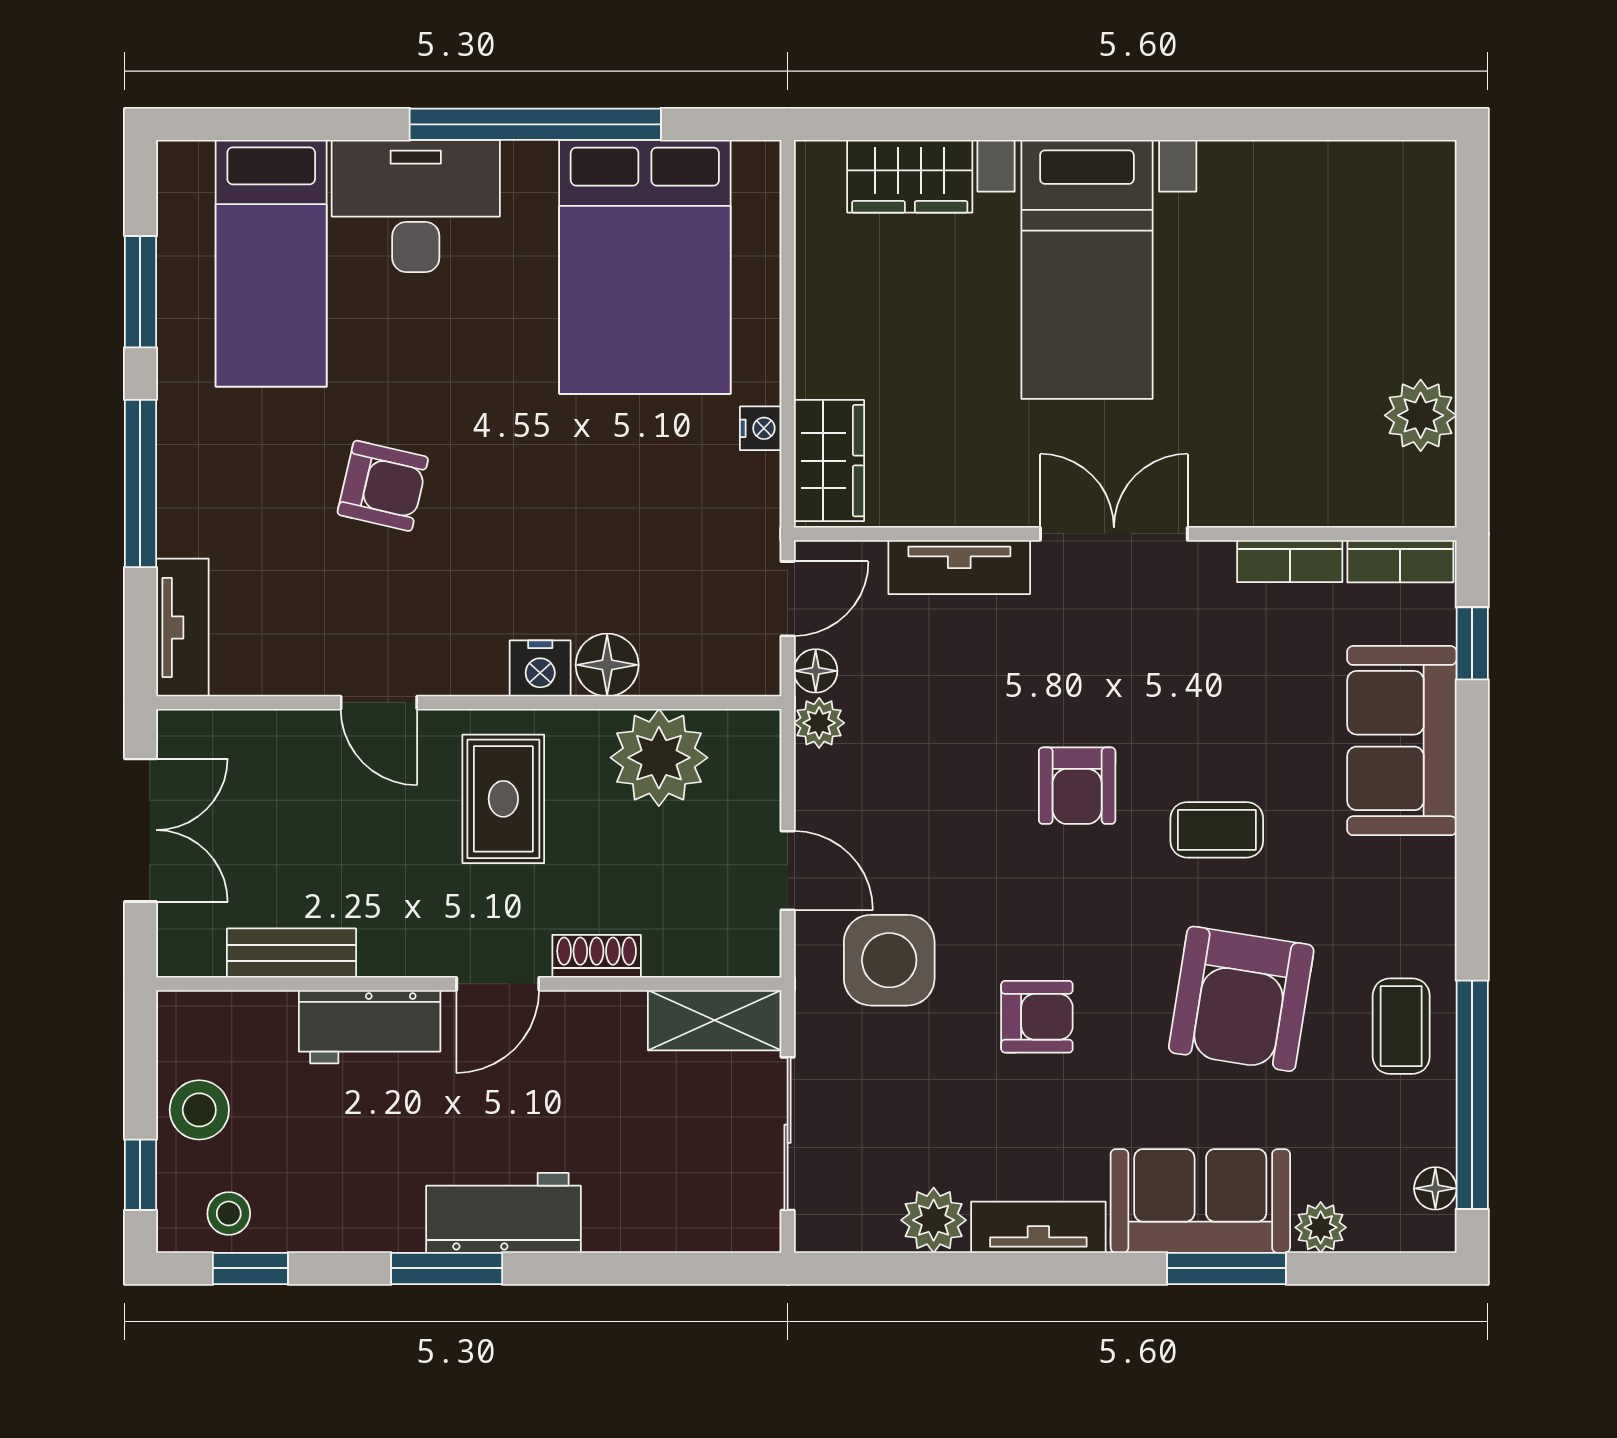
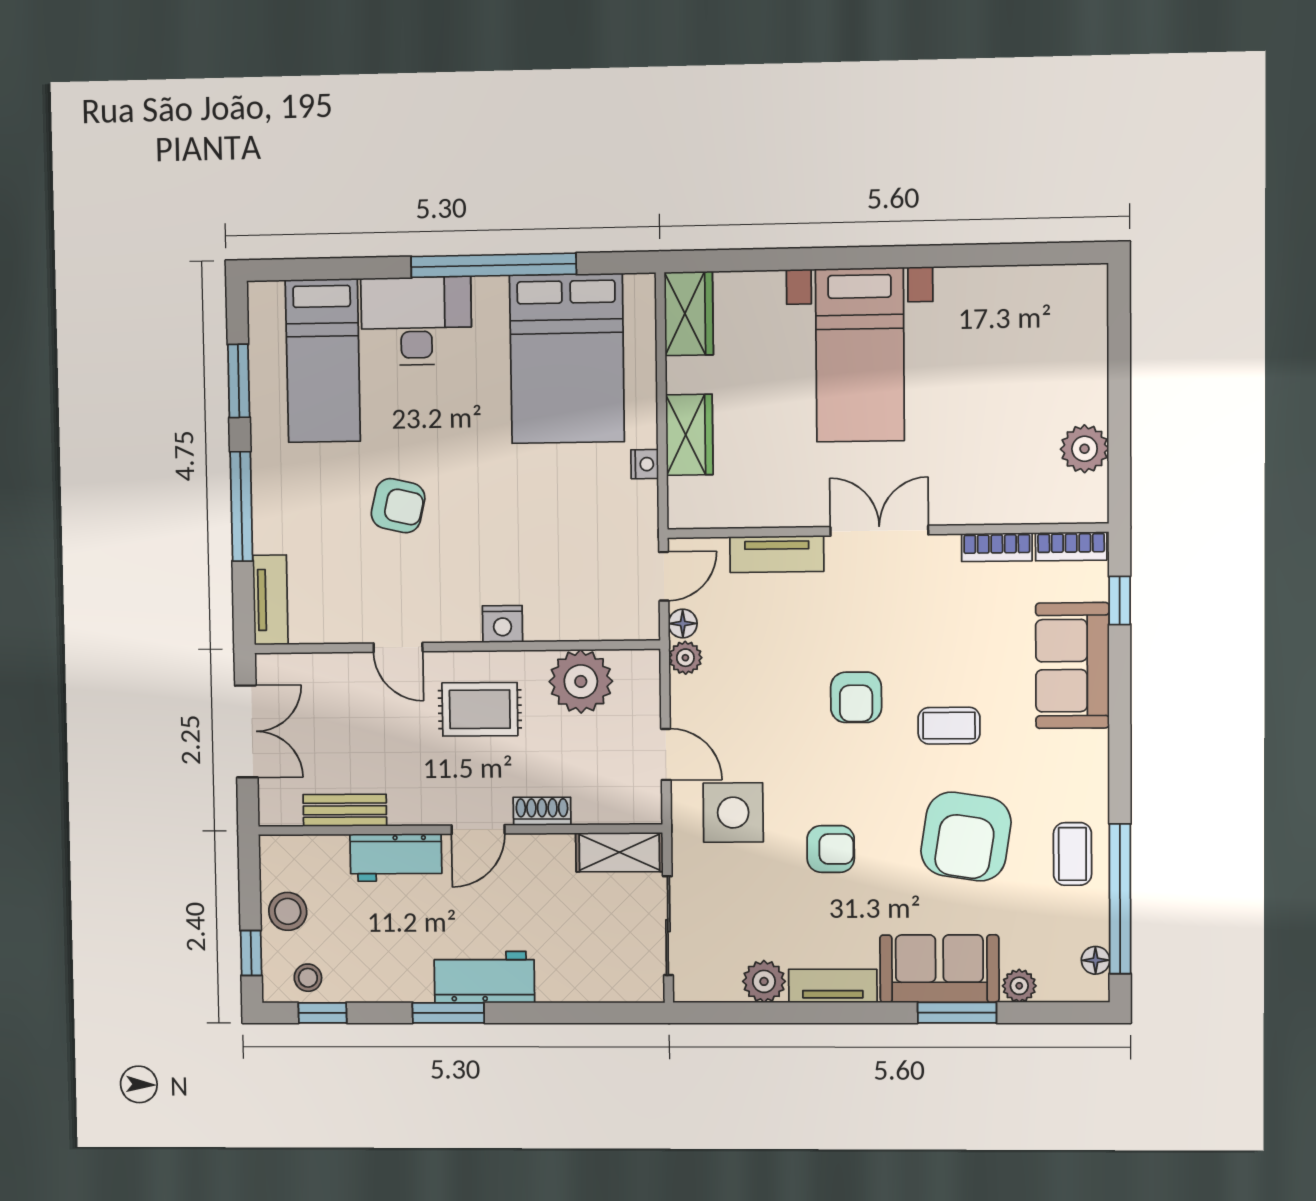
wardrobe: (910, 176) -> (689, 313), moved, turned -90
wardrobe: (829, 461) -> (689, 435), moved
floor lamp: (607, 665) -> (546, 621), removed
rug: (503, 799) -> (480, 709), turned 90

